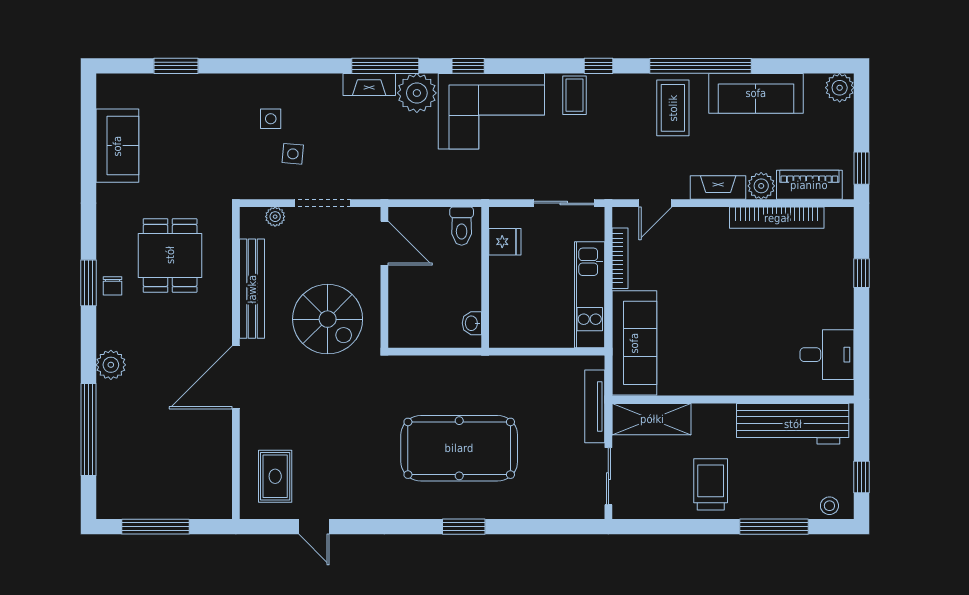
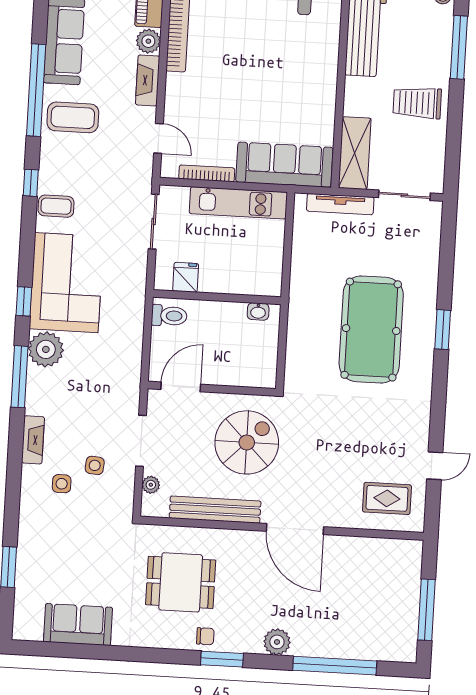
fireplace: (369, 85) -> (33, 440), moved
window: (89, 283) -> (222, 659), moved

